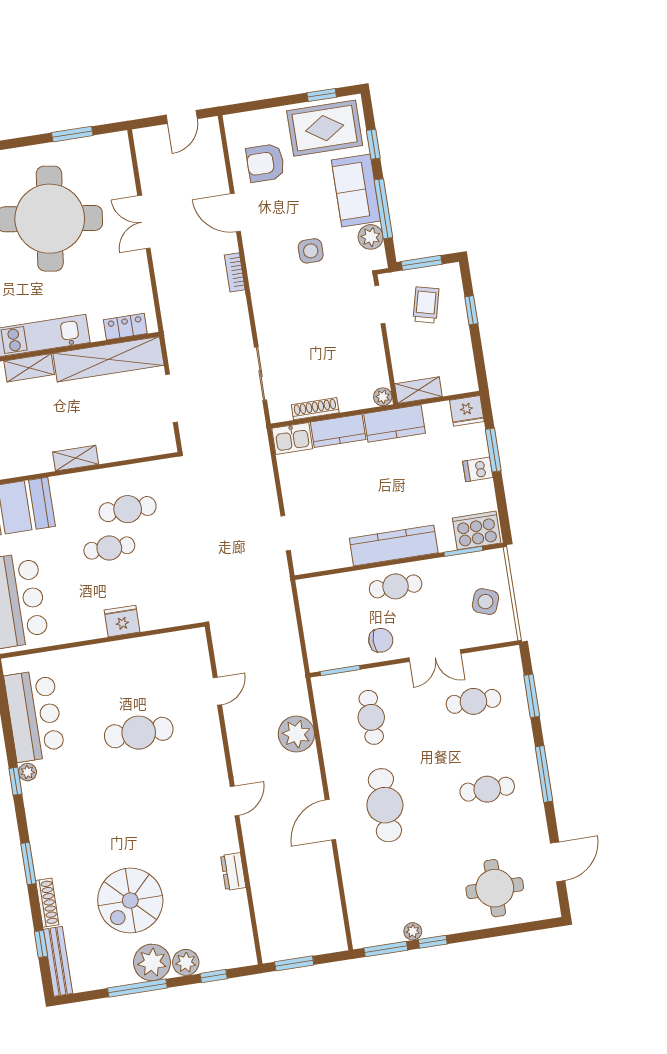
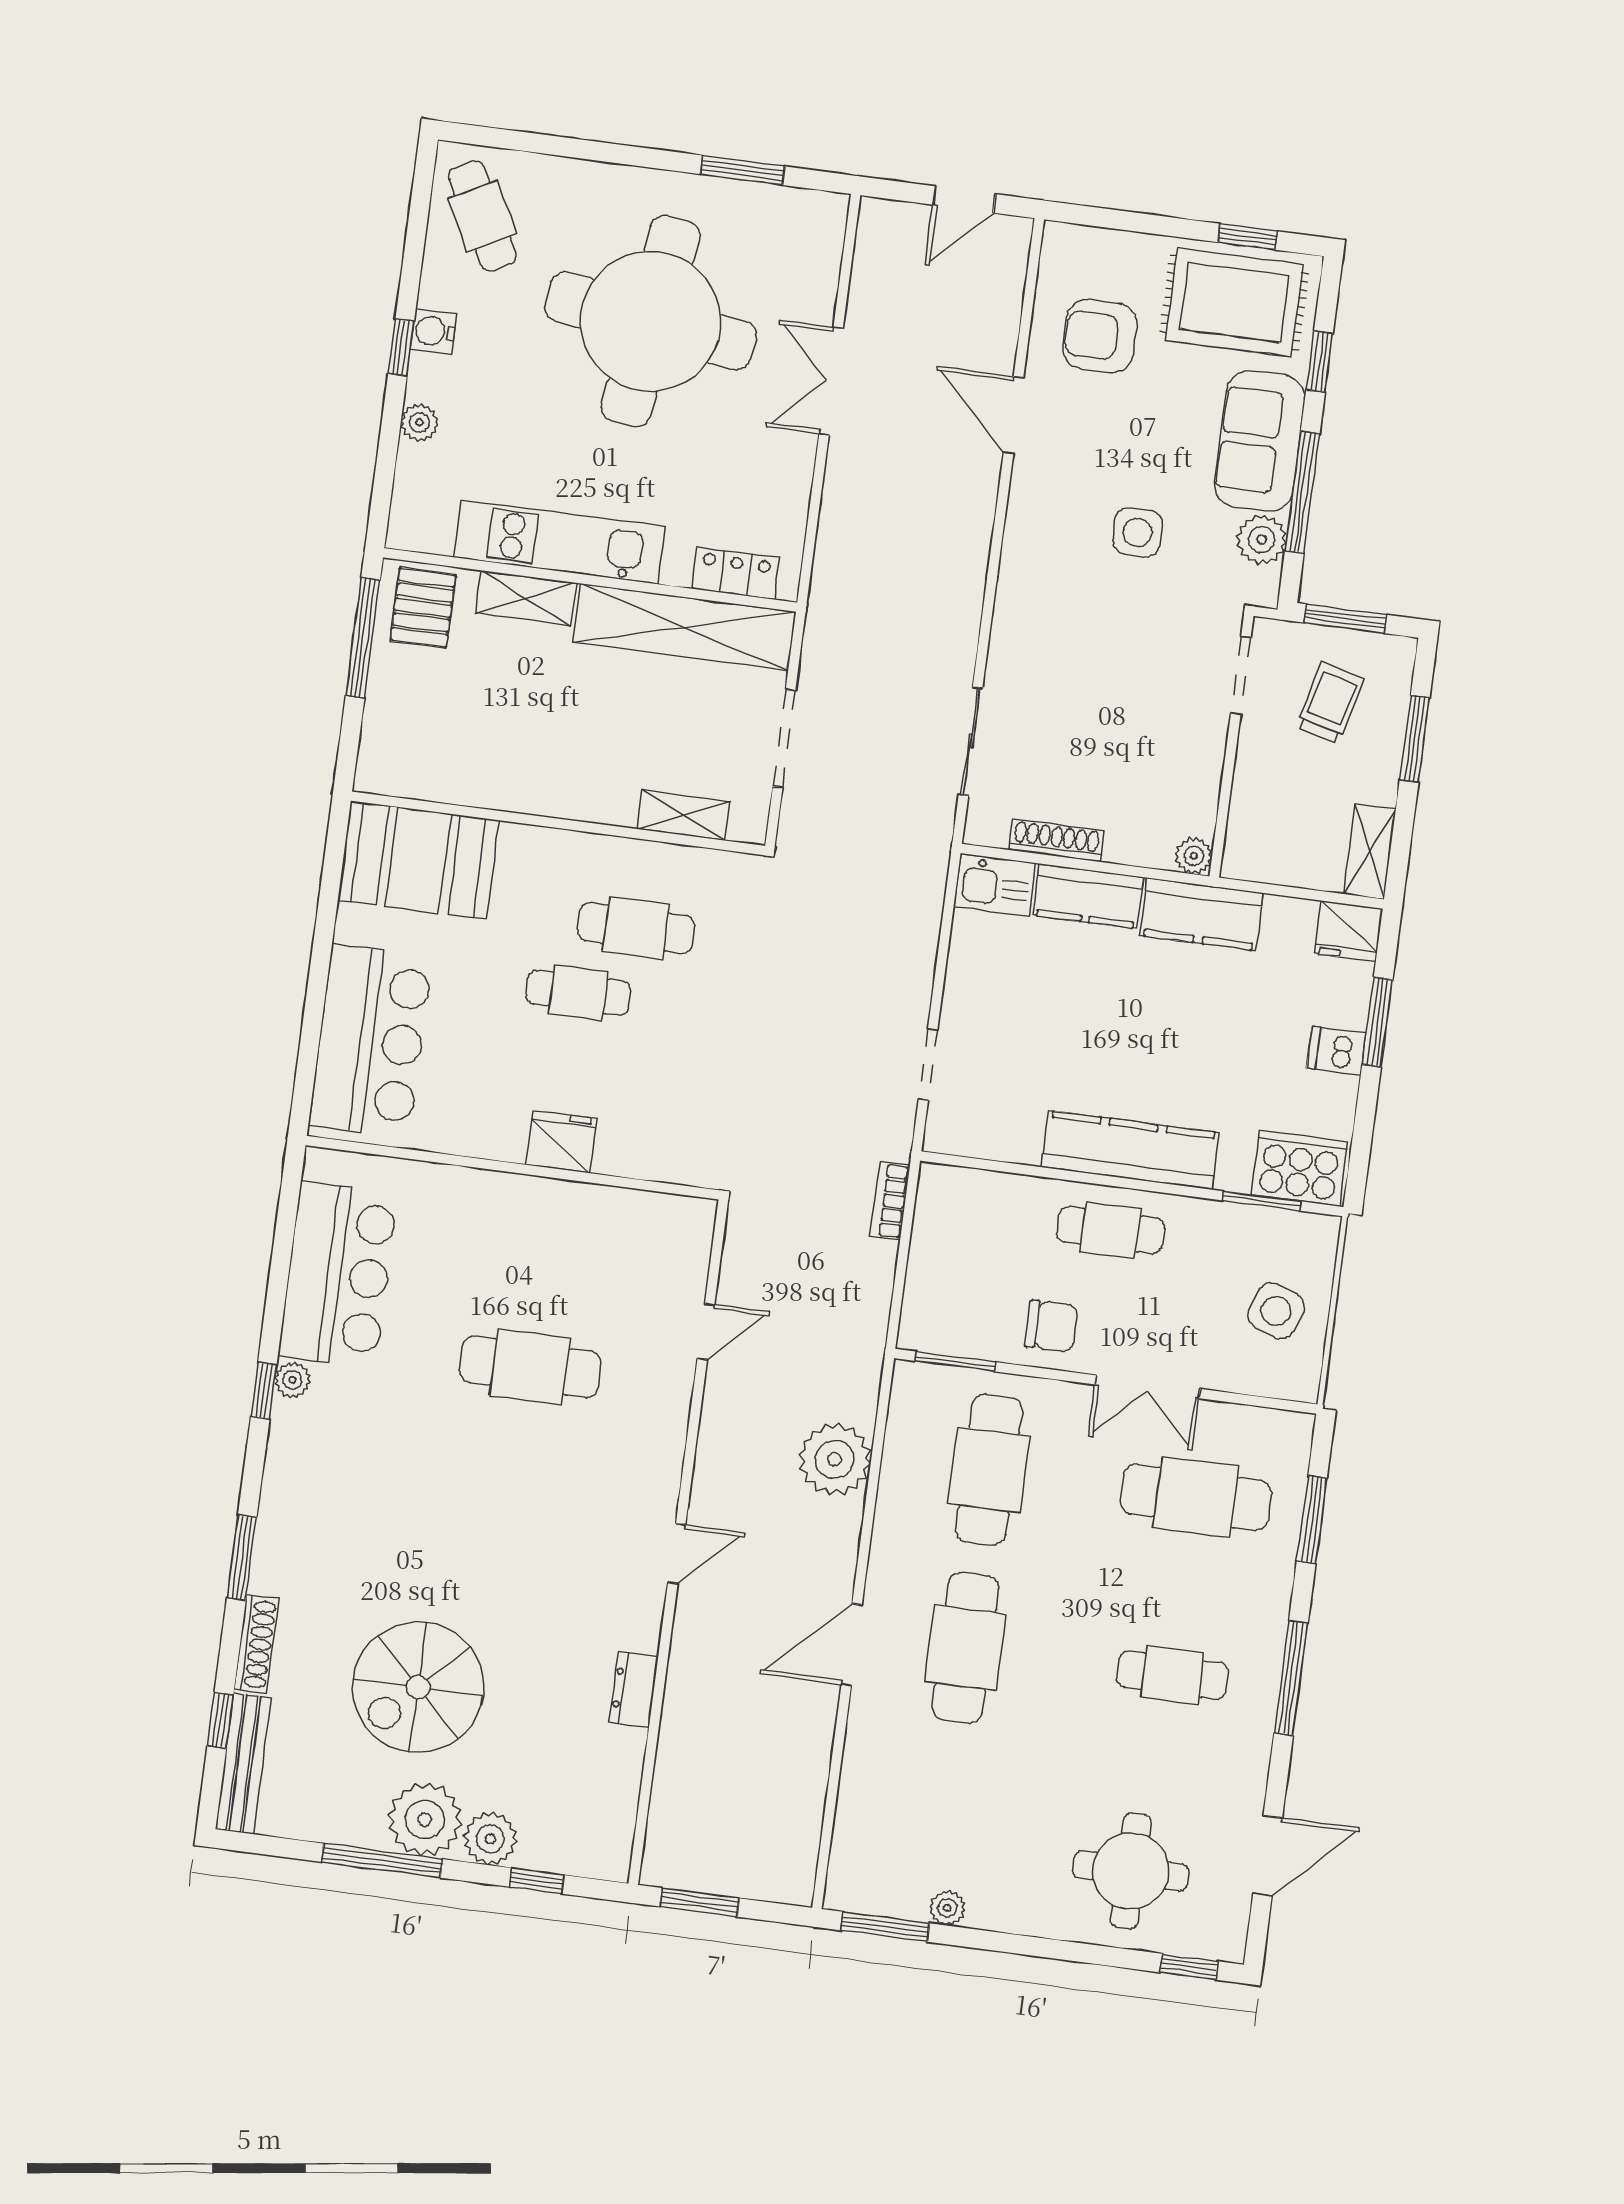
bookcase: (235, 272) -> (890, 1201), moved
window: (471, 310) -> (1415, 739), width x1.50
shelving: (418, 390) -> (1370, 852), moved, turned 90
shelving: (76, 458) -> (683, 815), moved
cafe table: (473, 701) -> (1196, 1497), width x1.37, depth x1.35
cafe table: (371, 717) -> (989, 1470), width x1.37, depth x1.35
window: (433, 942) -> (1189, 1967), moved

